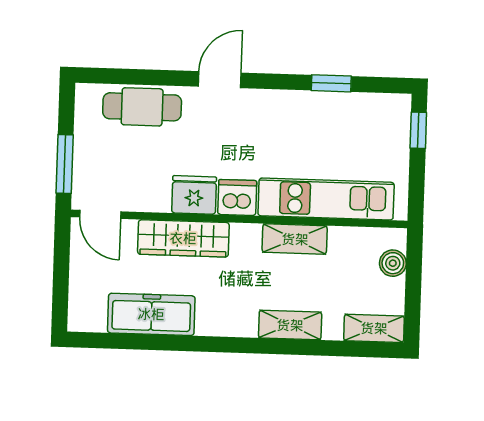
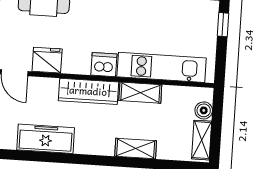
fridge: (194, 195) -> (47, 60), moved
wardrobe: (183, 238) -> (88, 91), moved
shelving: (374, 328) -> (202, 140), moved, turned 90

